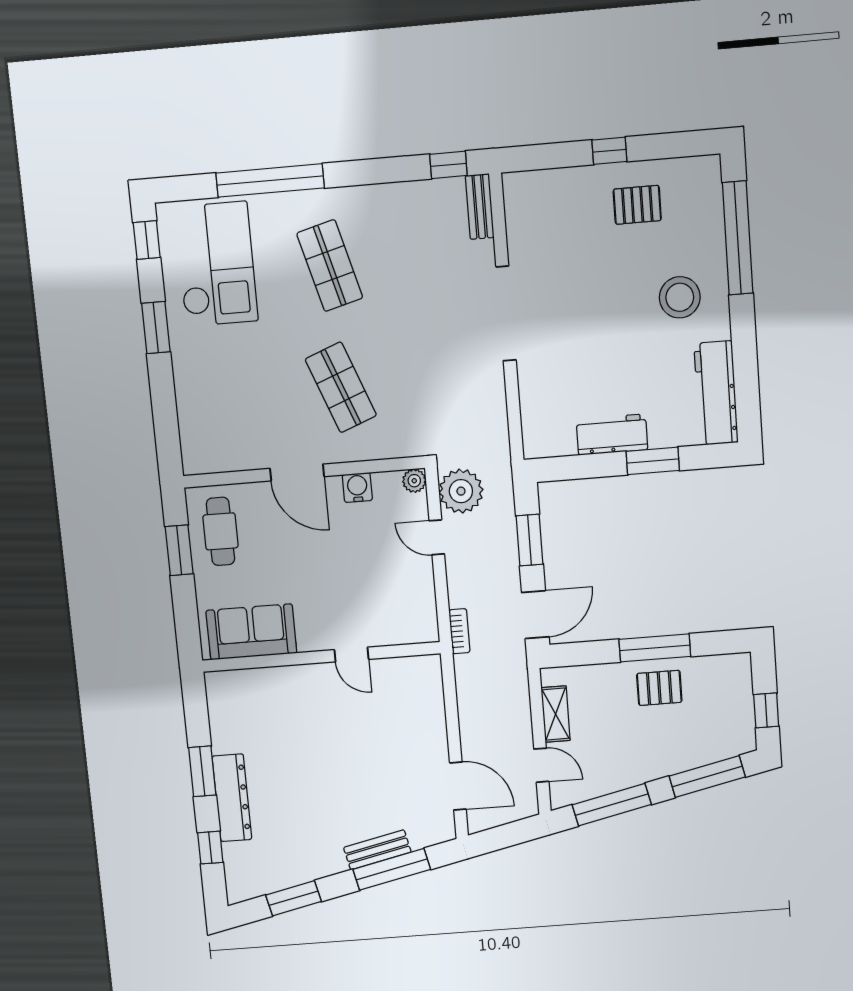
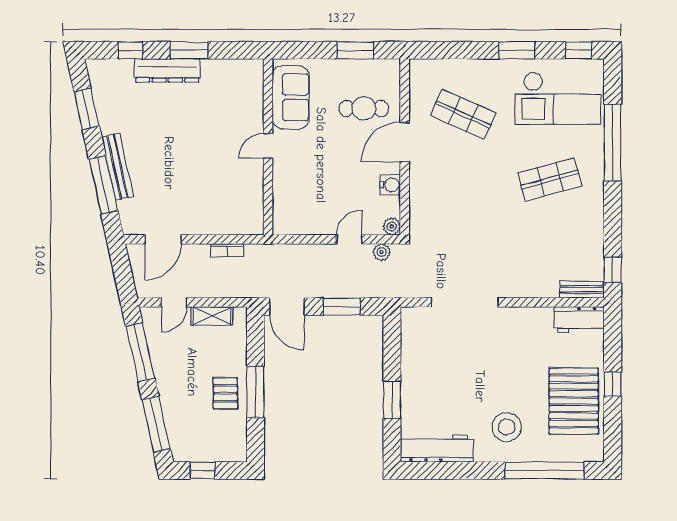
pallet: (637, 205) -> (574, 401), width x2.05, depth x2.00
doorway: (506, 313) -> (465, 302), moved
shop shelf: (341, 387) -> (463, 114), moved, turned 45
workbench: (612, 435) -> (579, 320), moved, turned 90
plant: (461, 491) -> (381, 252), width x0.53, depth x0.53
cafe table: (220, 531) -> (364, 108), moved
bookcase: (459, 631) -> (227, 250), moved
door: (352, 655) -> (268, 146), moved
bench: (377, 850) -> (117, 167), width x1.36

